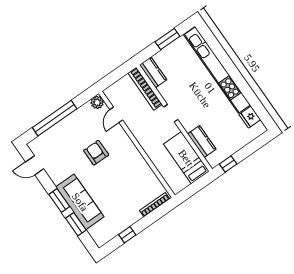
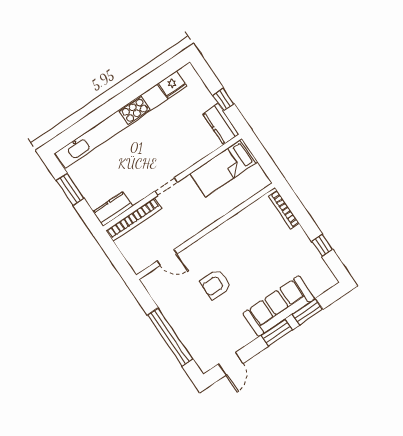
plant: (97, 102) -> (151, 282), removed
kitchen counter: (202, 142) -> (221, 124), moved, turned -90
window: (228, 164) -> (223, 100), moved

